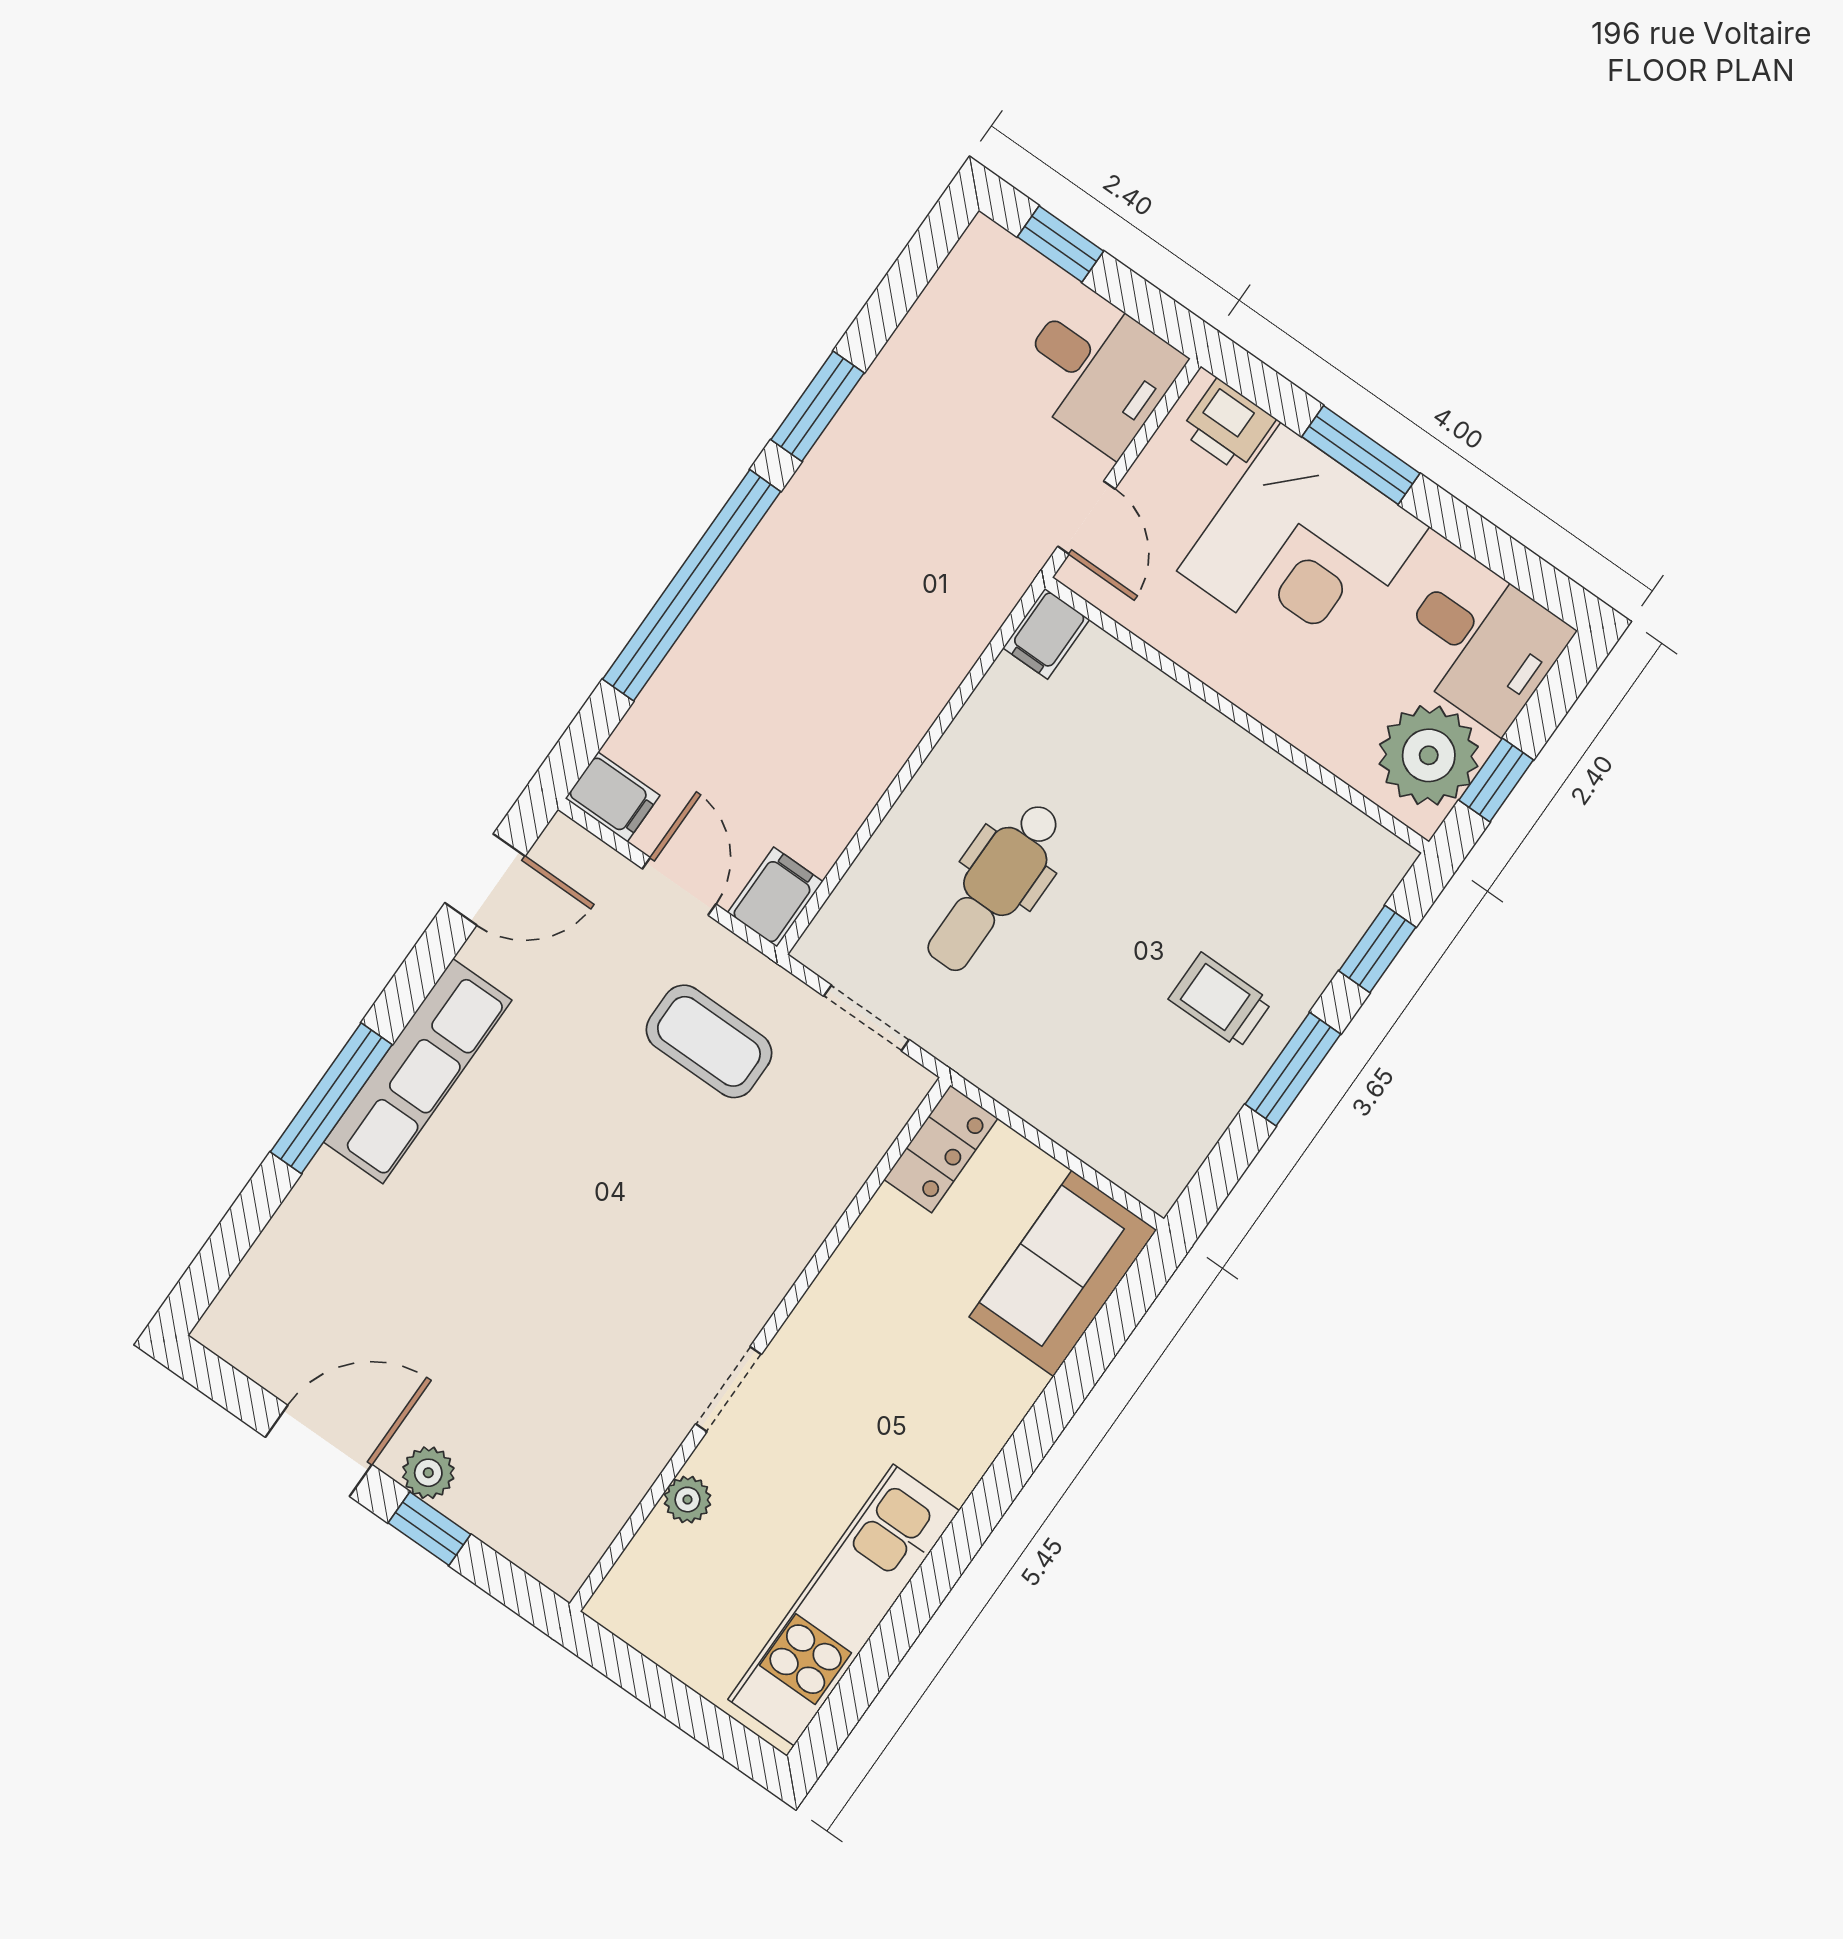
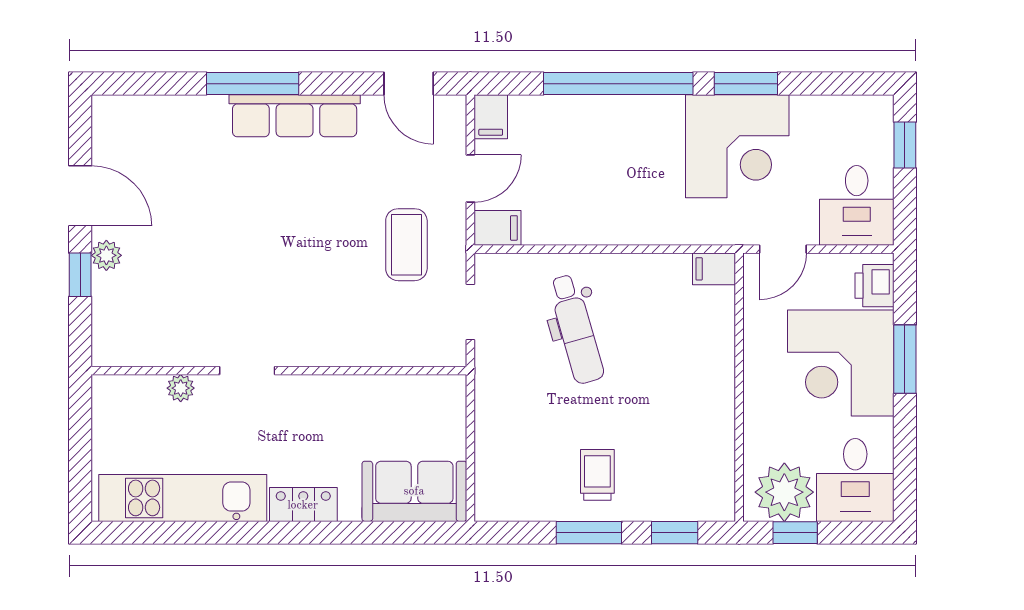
corner desk: (897, 480) -> (737, 146), added
dental chair: (995, 887) -> (576, 329), turned -106
locker: (941, 1149) -> (303, 505), moved, turned 180

